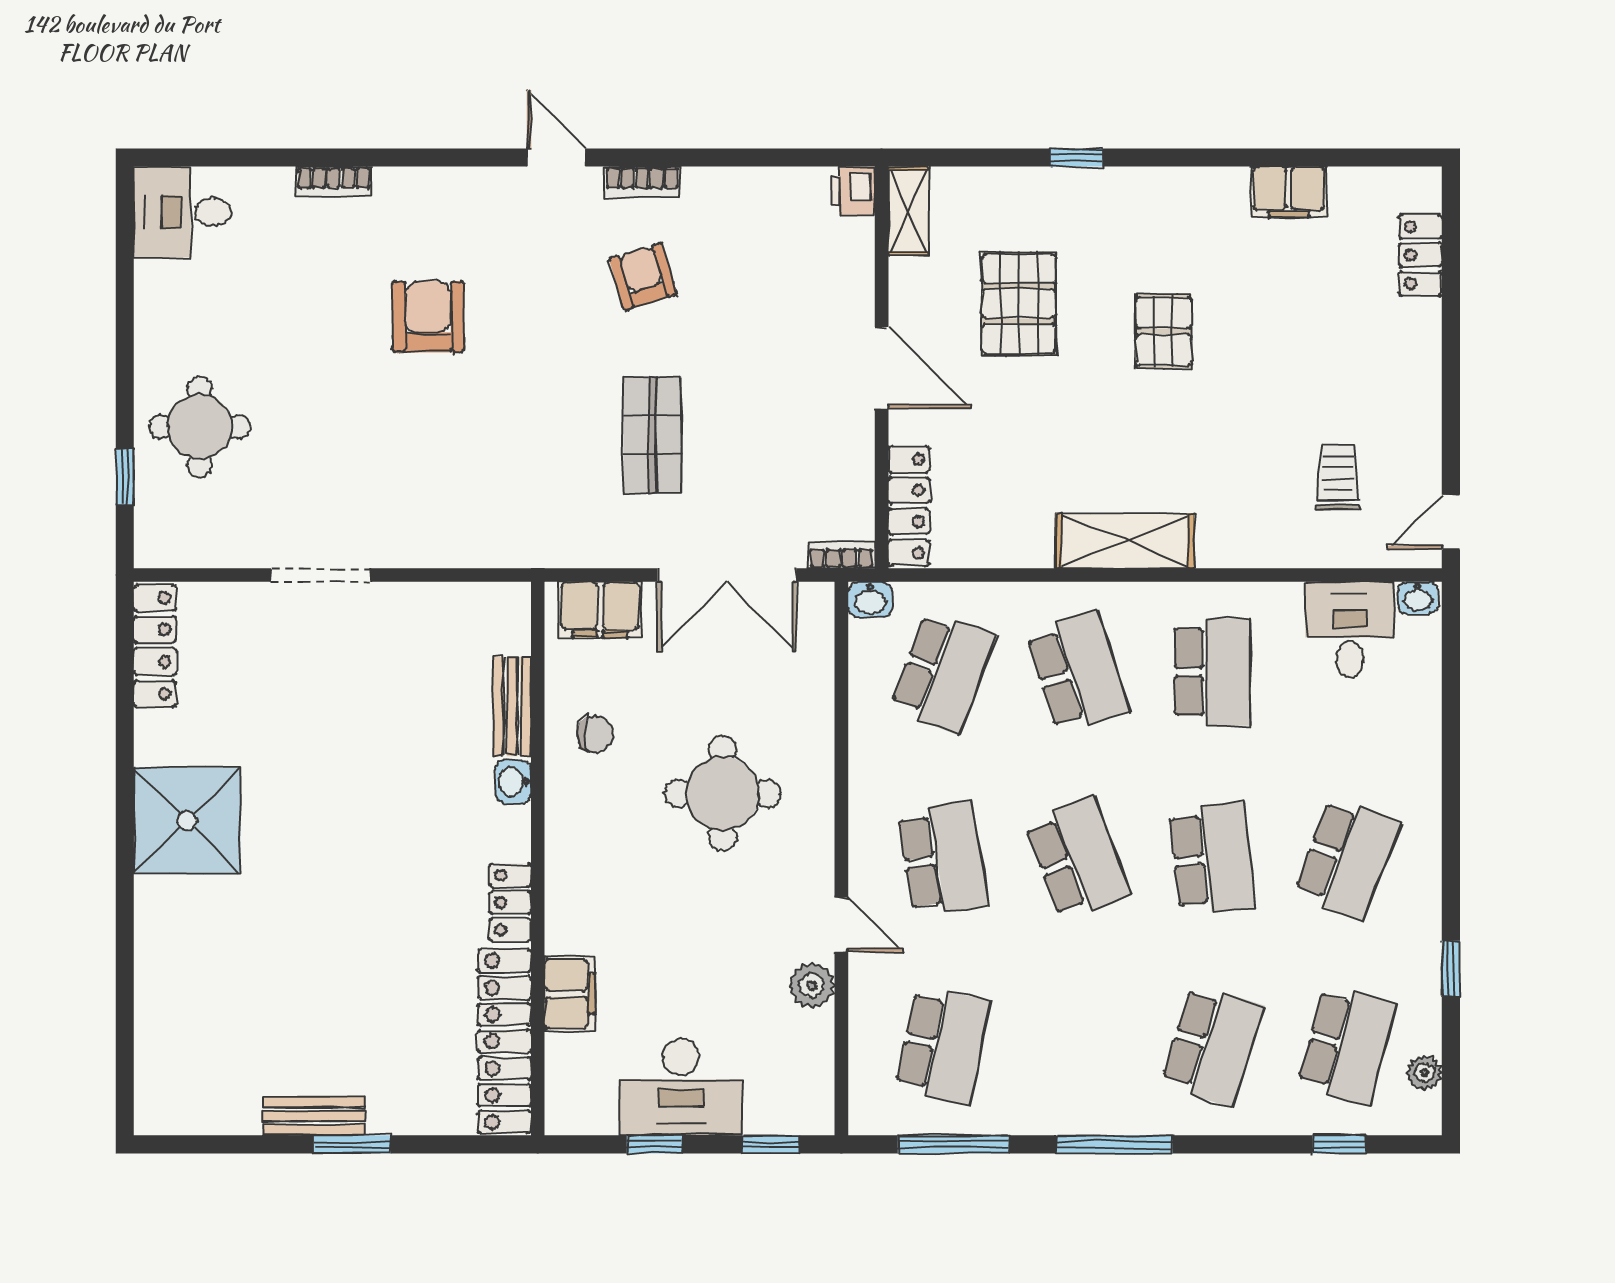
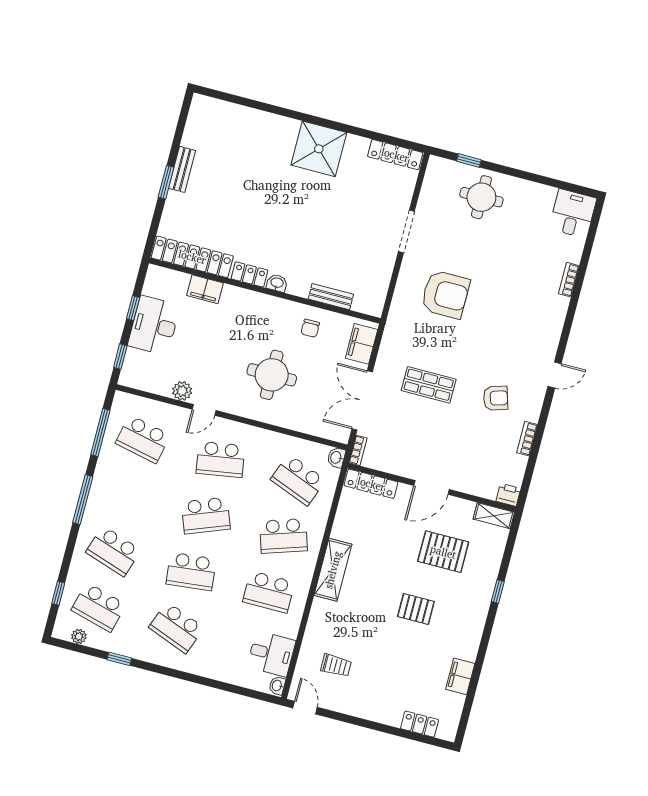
bookcase: (642, 182) -> (527, 439), moved
armchair: (428, 317) -> (445, 294), moved, width x1.36, depth x1.36
washbasin: (513, 782) -> (277, 283), moved

